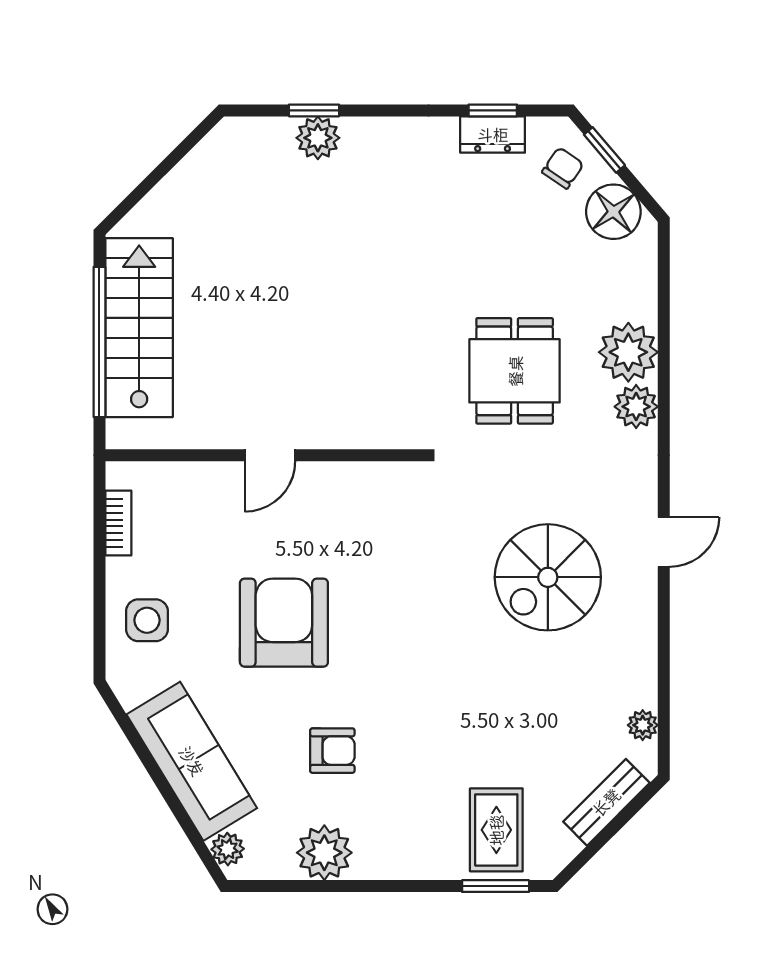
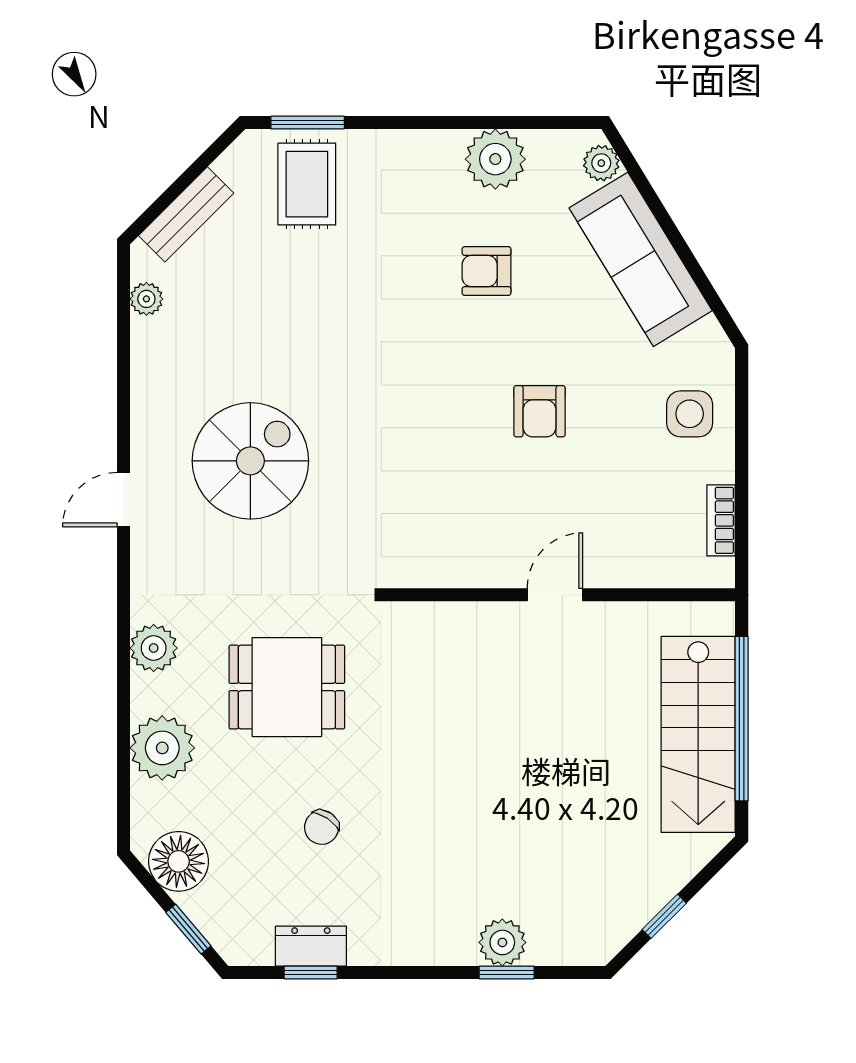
window: (170, 162) -> (664, 916), added
chair: (563, 168) -> (322, 827), moved
plant: (628, 352) -> (162, 748), moved
dining table: (515, 371) -> (287, 687), turned 90
armchair: (284, 623) -> (540, 411), width x0.53, depth x0.53

